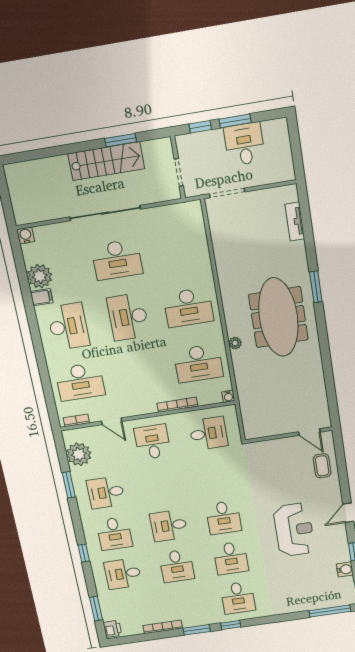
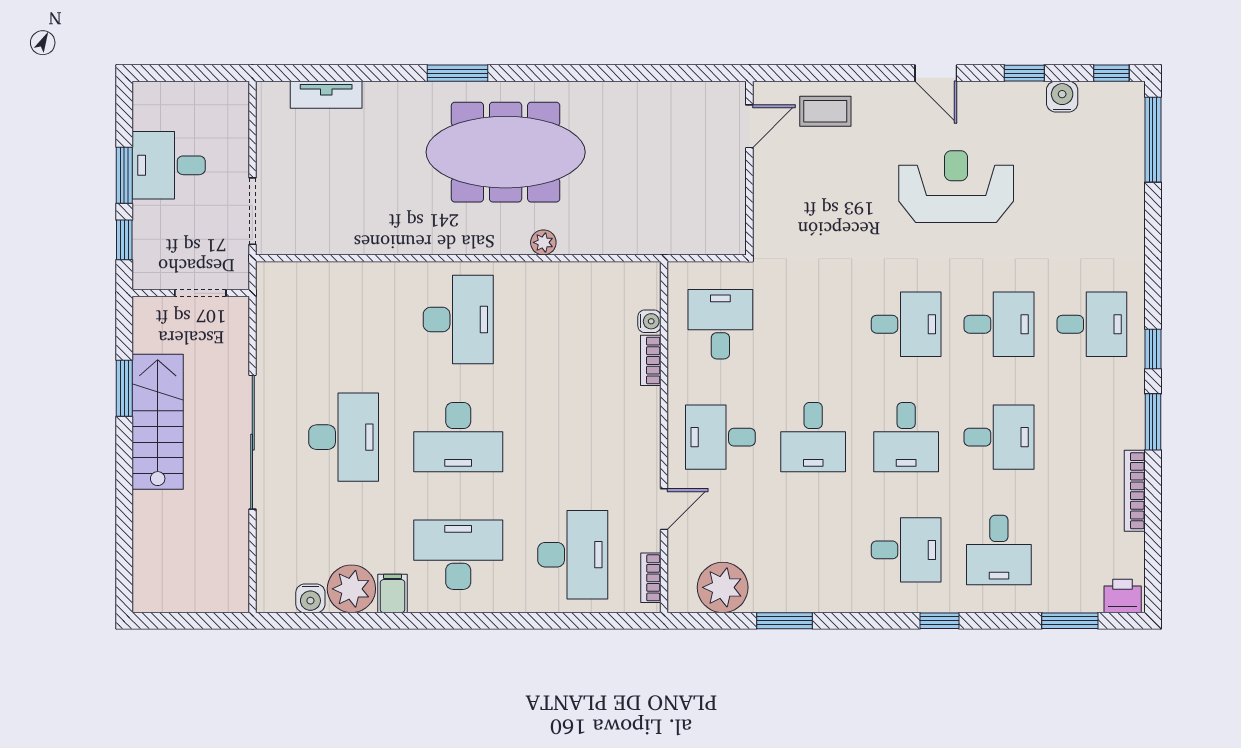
water cooler: (26, 236) -> (310, 598), moved, turned -90
desk: (198, 363) -> (573, 320), removed
water cooler: (228, 396) -> (649, 321), moved
bookcase: (177, 405) -> (651, 360), width x0.64
desk: (106, 492) -> (813, 437), moved

